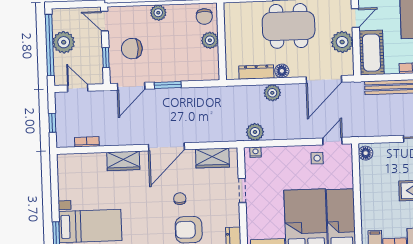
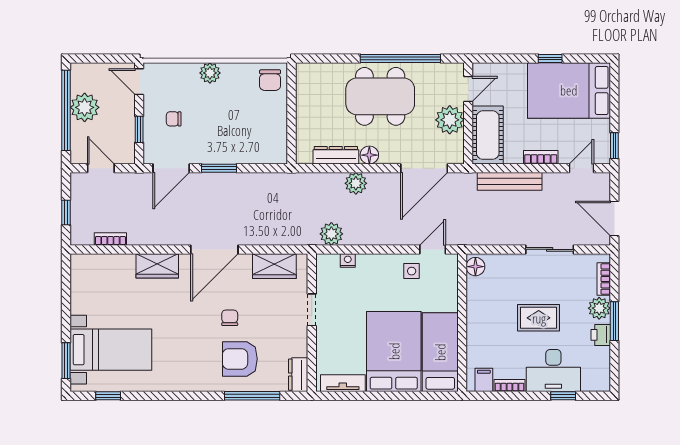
plant: (210, 40) -> (276, 112), removed
chair: (132, 49) -> (174, 119), width x0.54, depth x0.54
nightstand: (256, 152) -> (348, 260), moved

